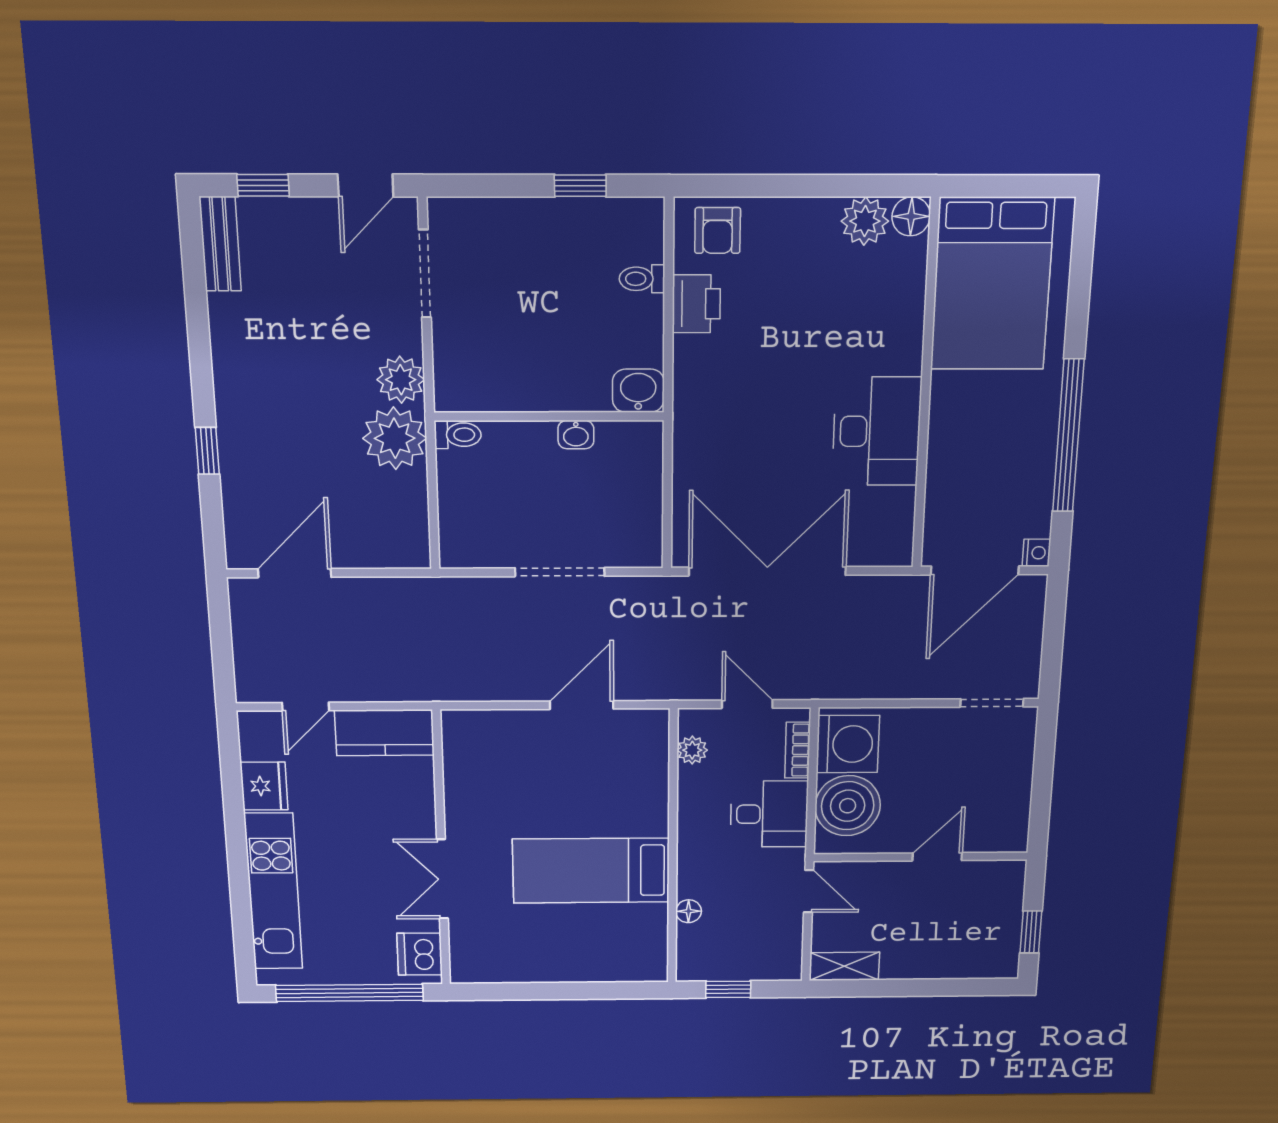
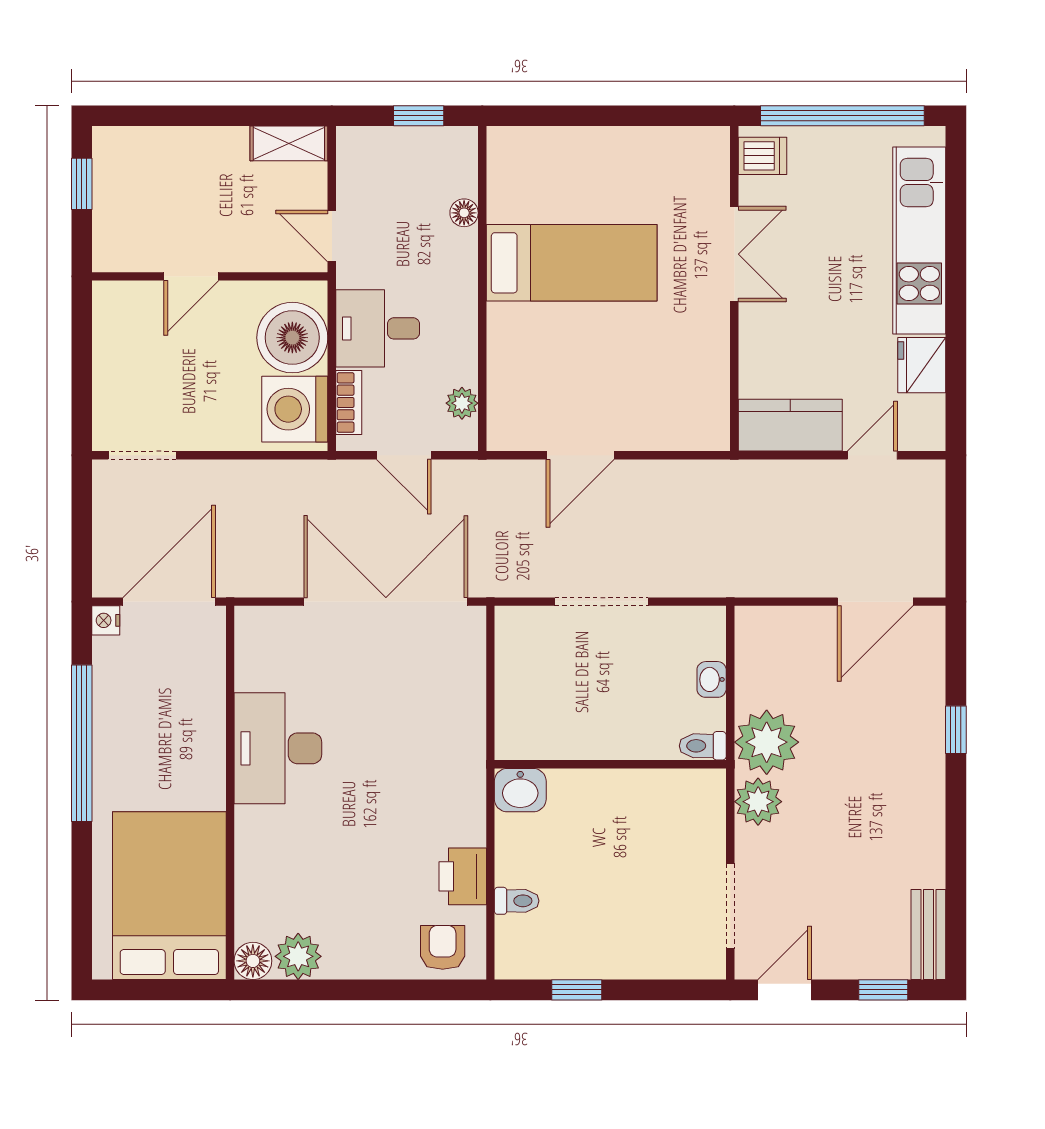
washbasin: (576, 435) -> (712, 679), moved, turned -90
double door: (767, 571) -> (386, 602), swing flipped
dishwasher: (420, 954) -> (763, 156), width x0.73

